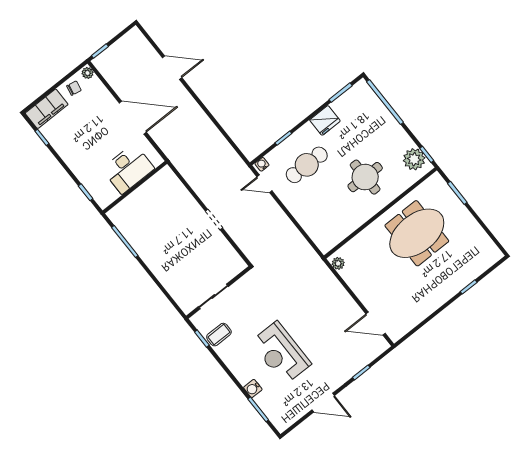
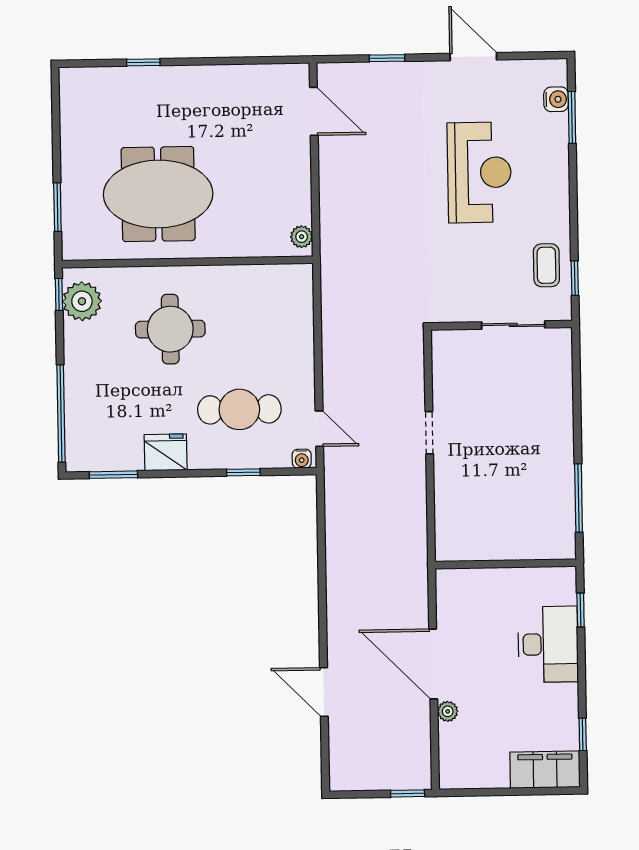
plant: (88, 73) -> (448, 711), moved
chair: (74, 88) -> (484, 769), removed
desk: (128, 169) -> (548, 644), moved, turned 90
coffee table: (219, 335) -> (546, 265), turned 90
water cooler: (253, 388) -> (556, 99), moved

